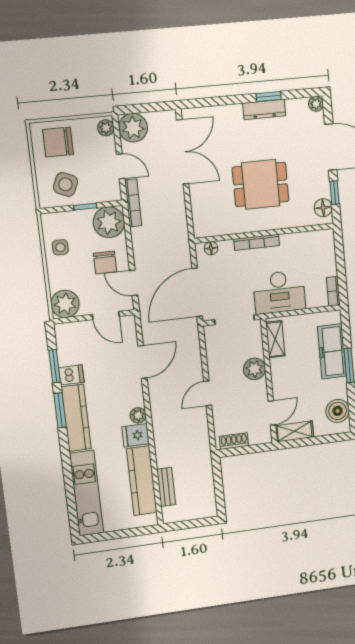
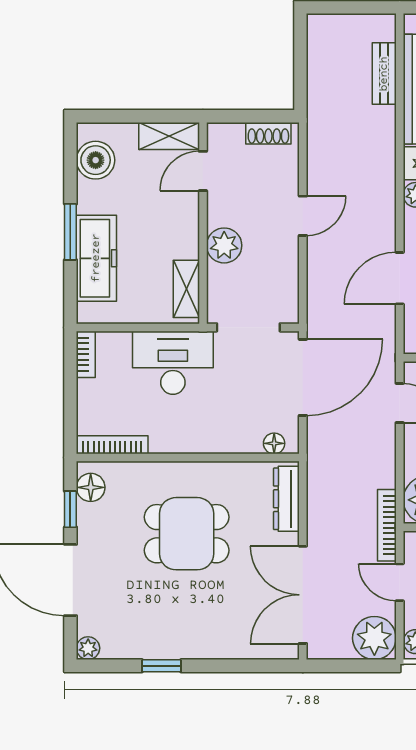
dresser: (264, 109) -> (286, 499), moved, turned -90
bookcase: (257, 242) -> (112, 445), moved

